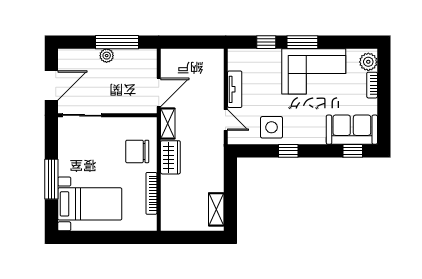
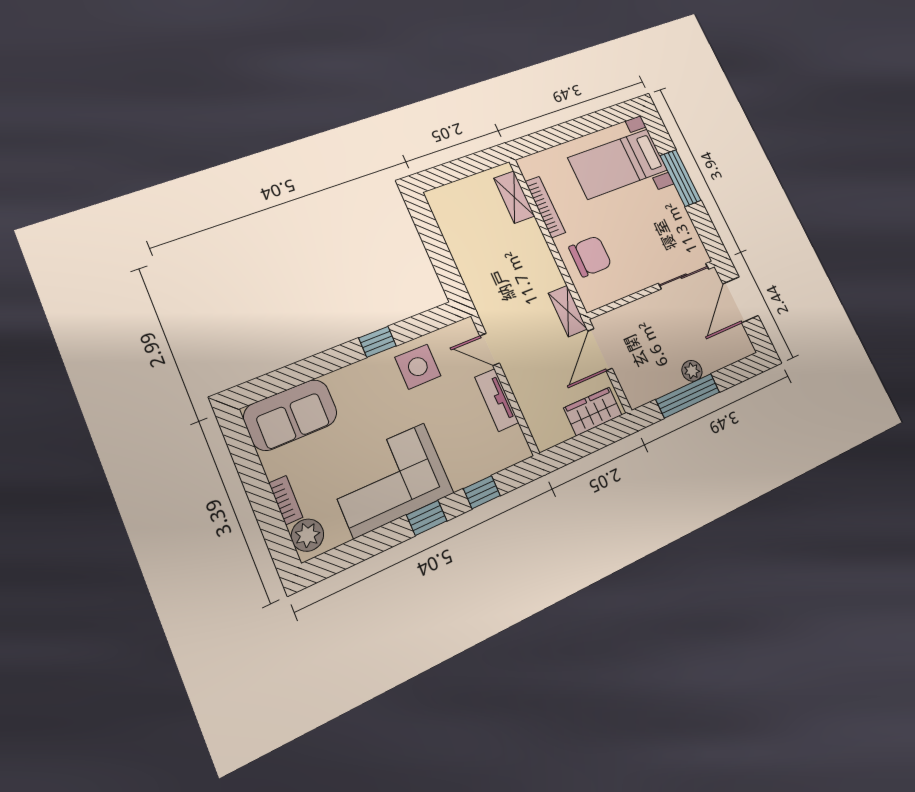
window: (302, 42) -> (427, 518), width x0.67
window: (353, 151) -> (275, 382), removed
wardrobe: (170, 157) -> (593, 411), moved, turned 90
shelving: (216, 209) -> (514, 197), moved

